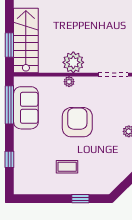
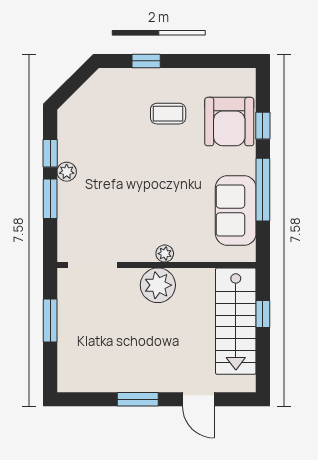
window: (9, 45) -> (263, 314), width x0.67
window: (9, 105) -> (263, 190), moved
armchair: (77, 122) -> (229, 122), moved

